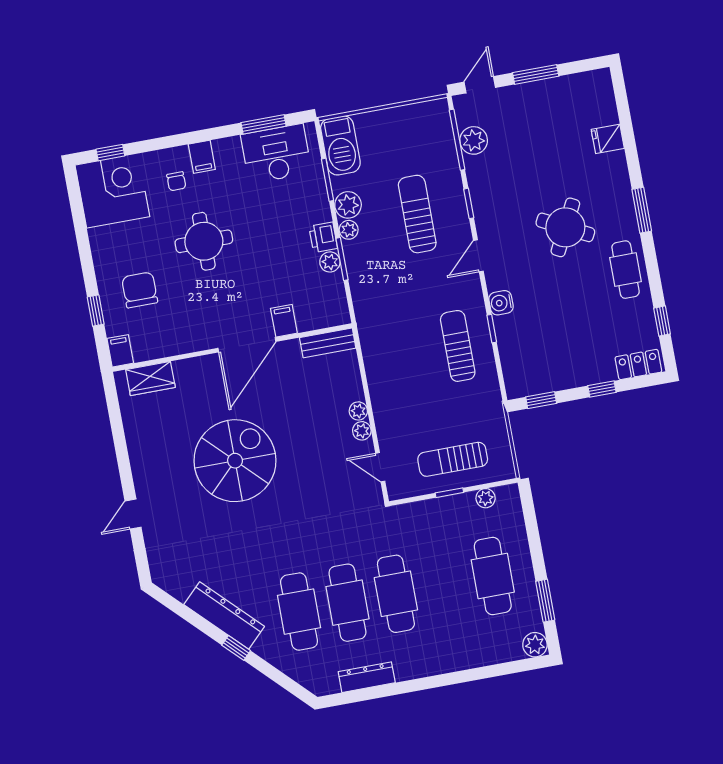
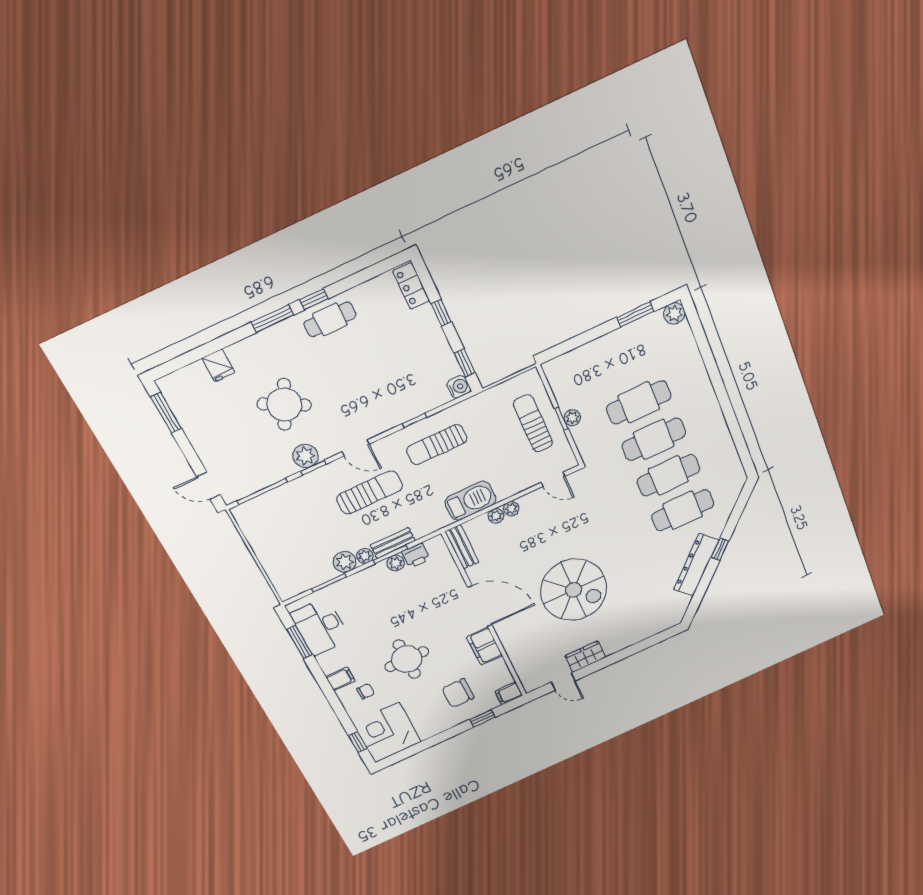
window: (536, 74) -> (166, 413), moved
plant: (474, 140) -> (306, 456), moved
barbecue: (340, 145) -> (470, 501), moved
sun lounger: (417, 214) -> (369, 492), moved, turned 180
round table: (565, 227) -> (284, 404), moved
printer: (323, 237) -> (416, 556), moved
bench: (355, 266) -> (393, 543), added
water cooler: (501, 303) -> (459, 387), moved, turned -90
filing cabinet: (284, 321) -> (485, 646), moved, width x2.00
window: (662, 321) -> (314, 299), moved
wardrobe: (150, 378) -> (585, 657), moved, turned -90
plant: (362, 431) -> (496, 516), moved
sun lounger: (453, 459) -> (533, 423), turned 180
spiral stairs: (235, 461) -> (574, 590), turned 180
door: (380, 467) -> (553, 479), hinge flipped
plant: (486, 498) -> (572, 418), moved
door: (133, 514) -> (563, 681), moved
cafe table: (493, 576) -> (639, 402), moved
dresser: (367, 677) -> (726, 444), removed

